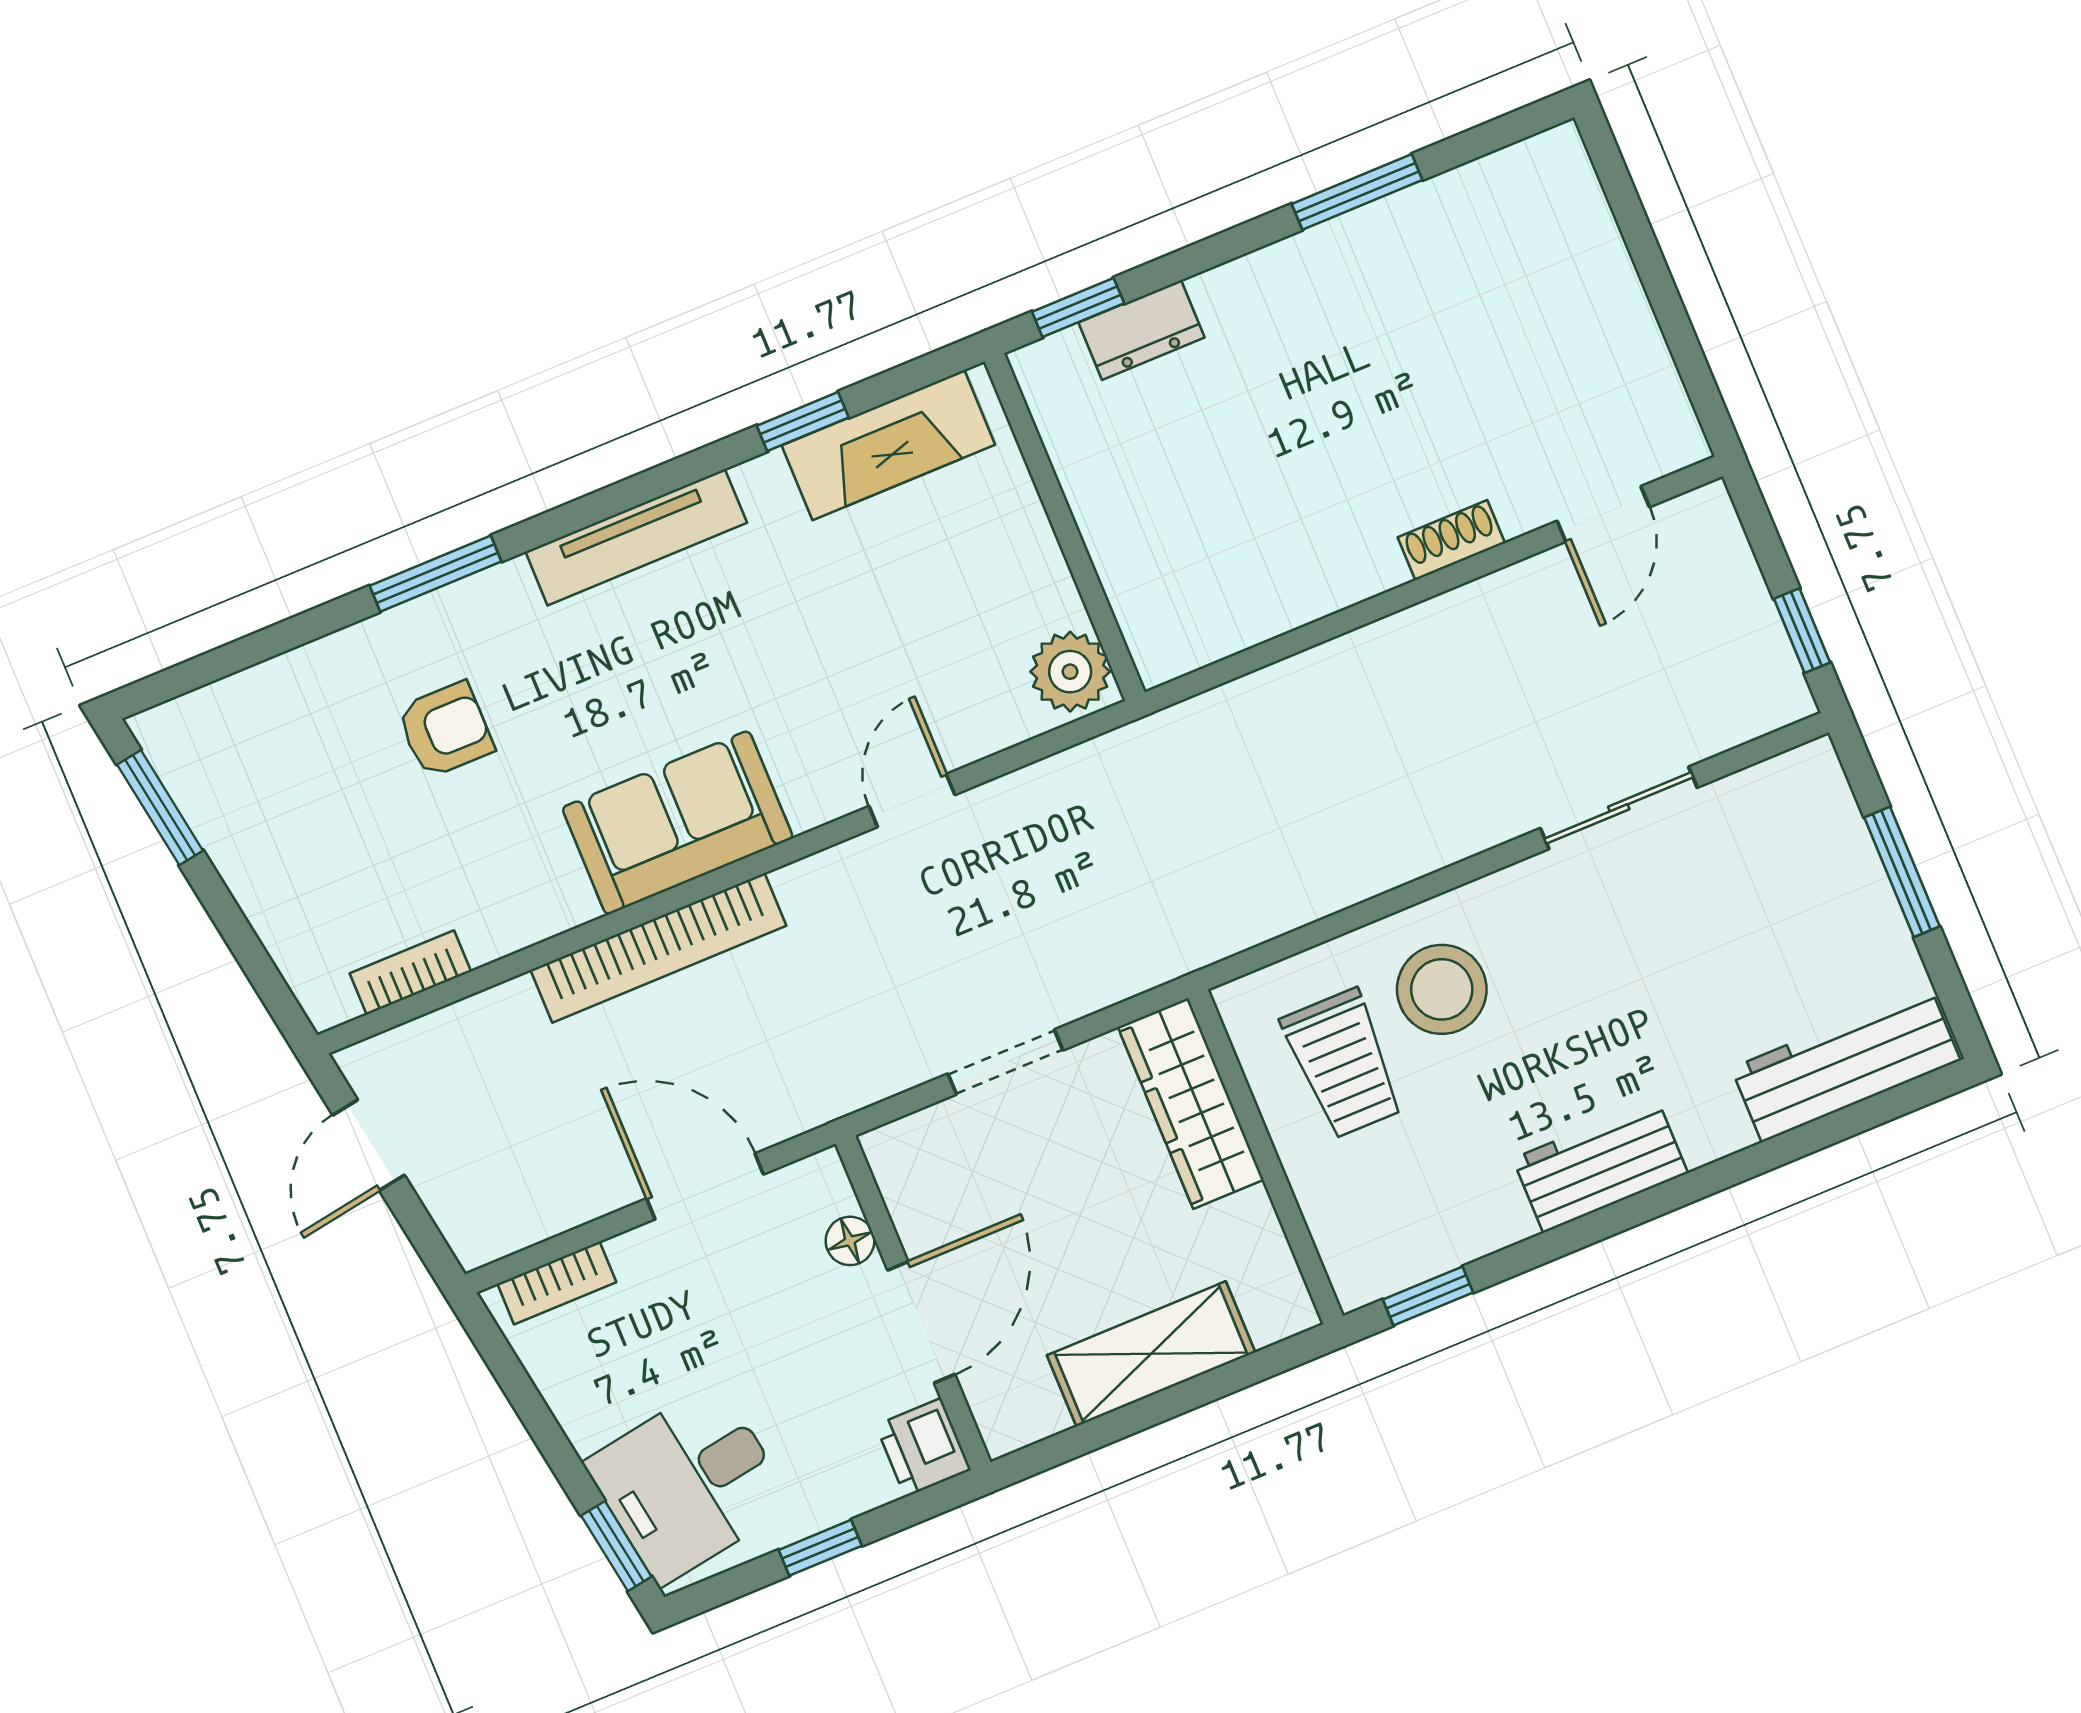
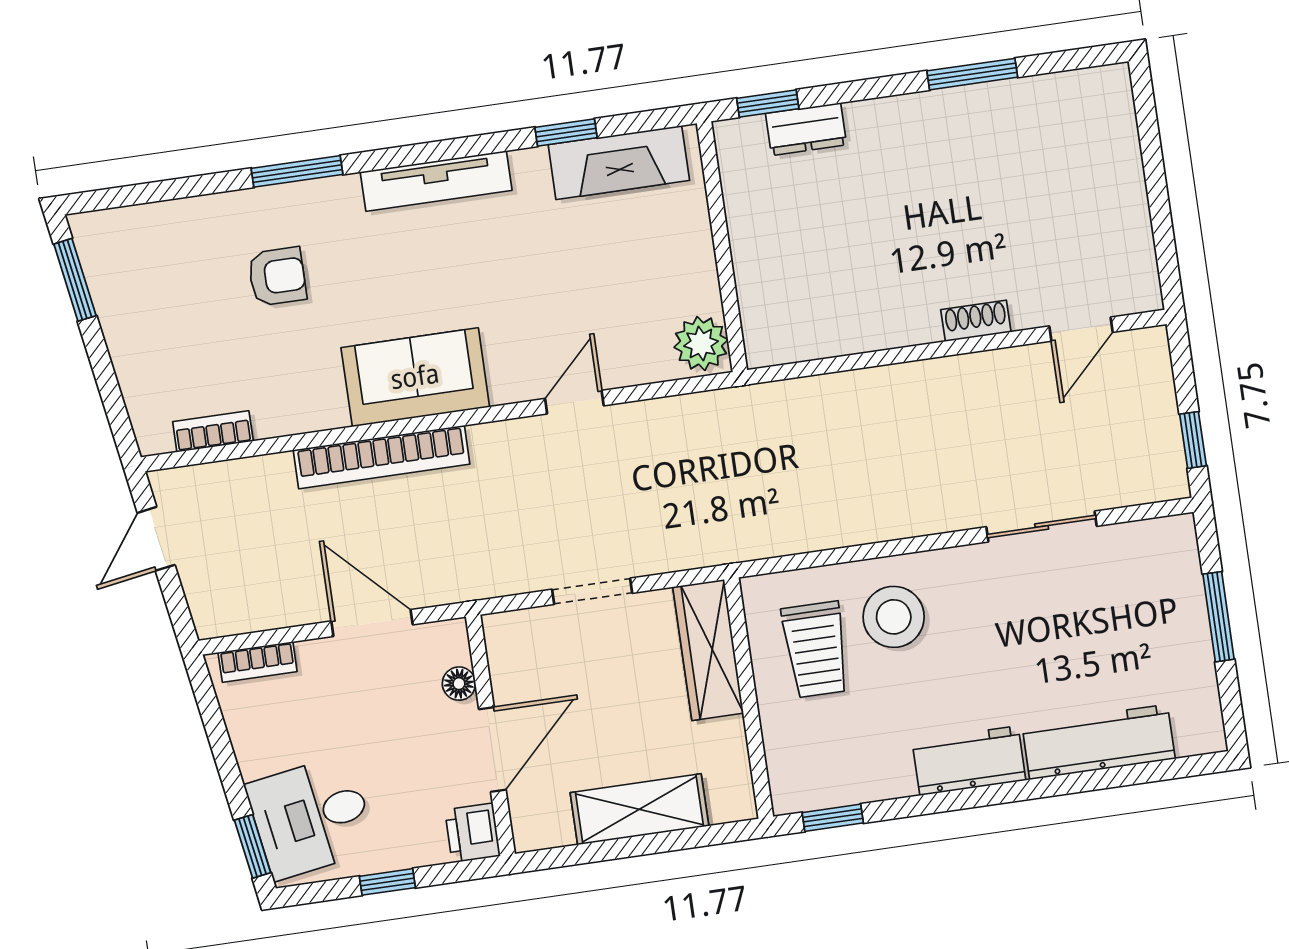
workbench: (1846, 1064) -> (1099, 742), moved

